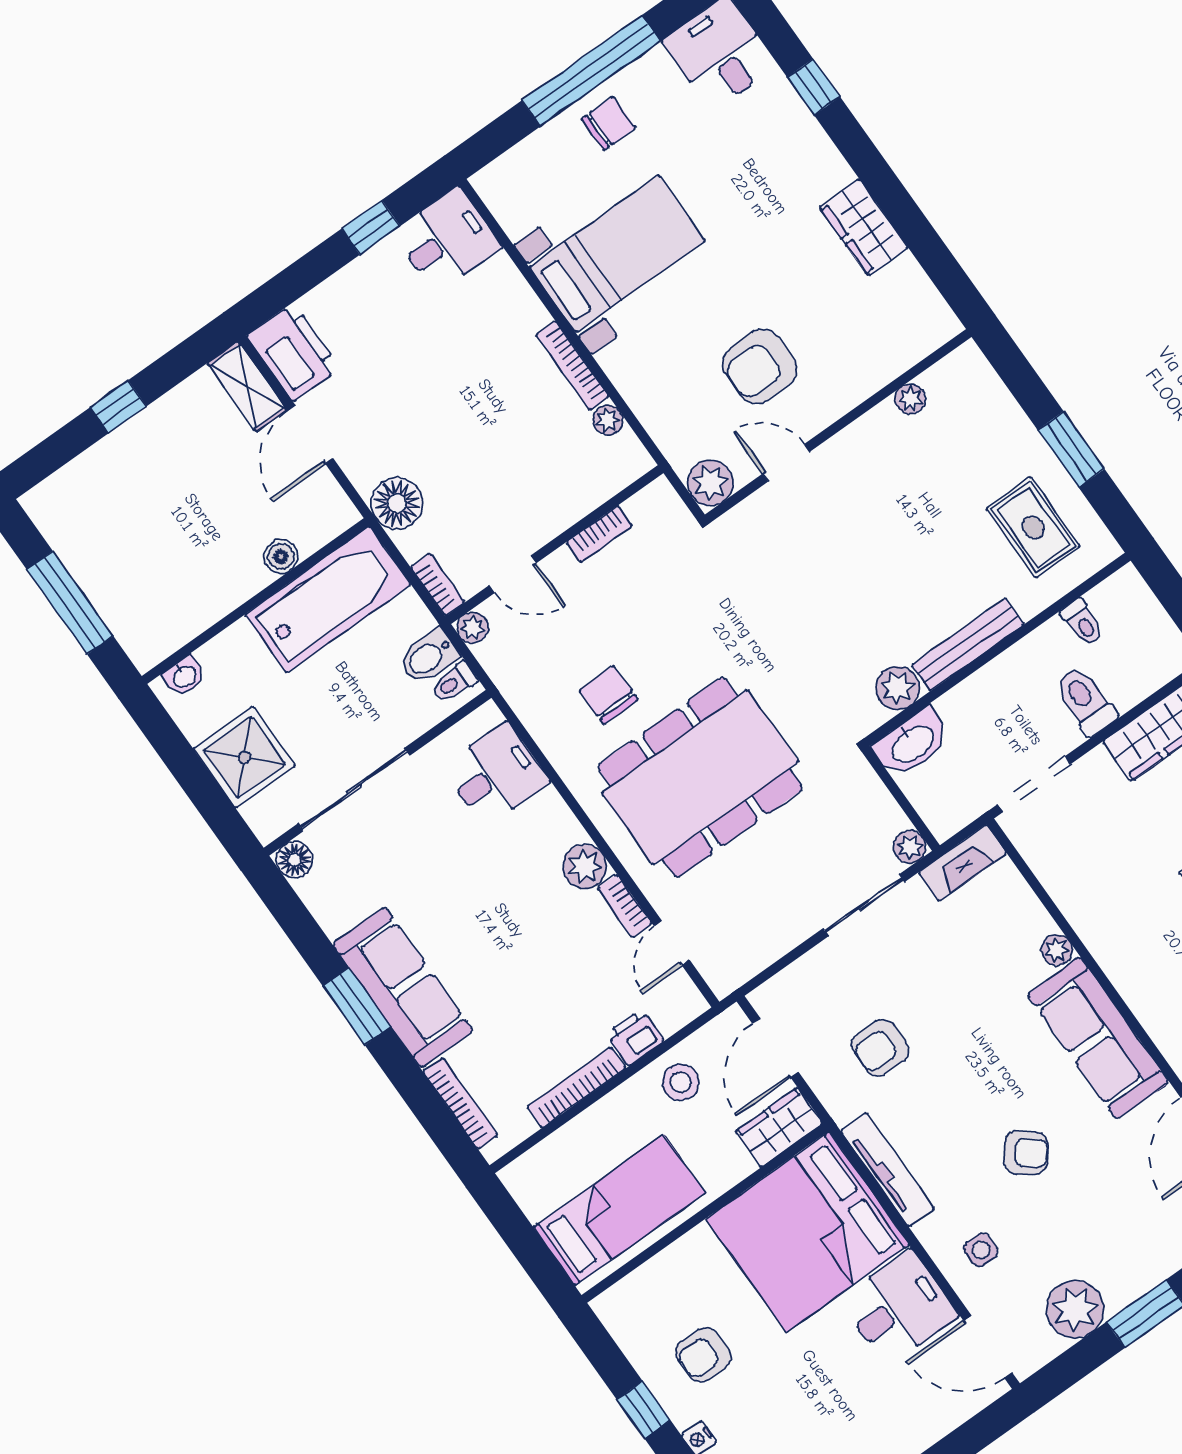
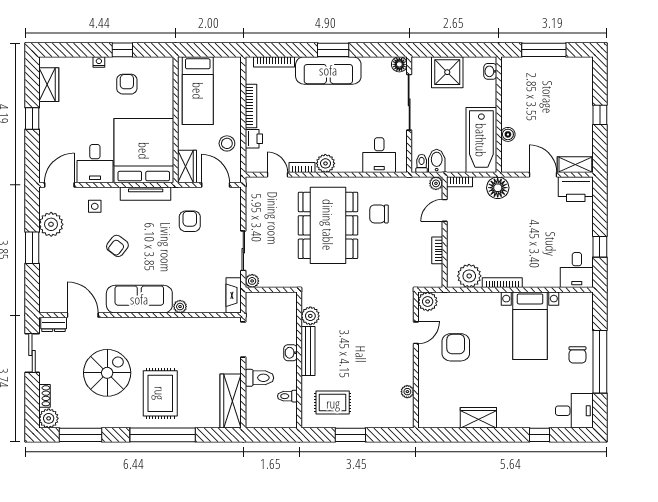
plant: (608, 420) -> (469, 276), width x1.88, depth x1.88
chair: (609, 695) -> (379, 214), turned 180
washbasin: (912, 743) -> (291, 353), moved, width x0.52, depth x0.69

